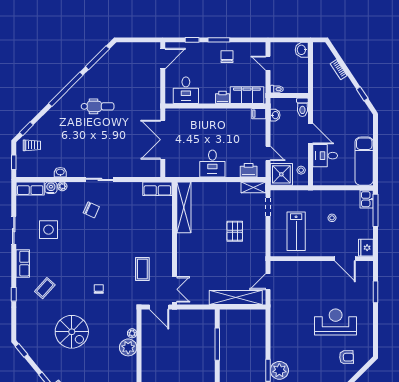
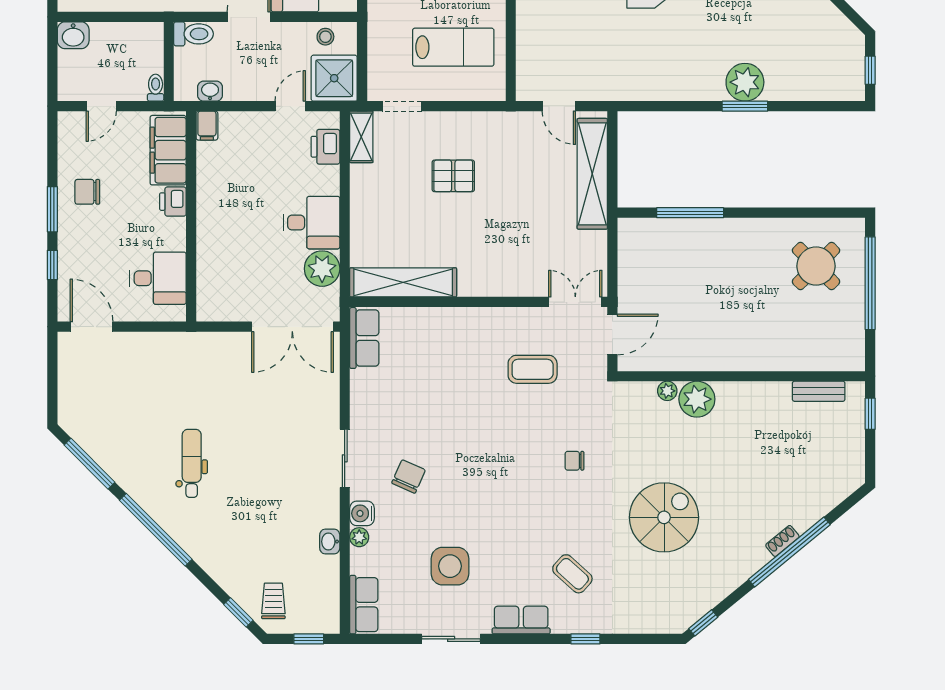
double door: (163, 140) -> (292, 327), moved
plant: (190, 169) -> (322, 269), added
water cooler: (51, 188) -> (362, 513), moved

